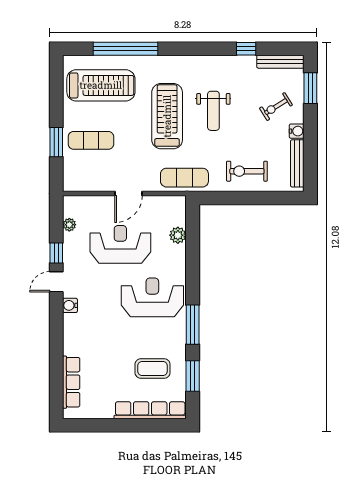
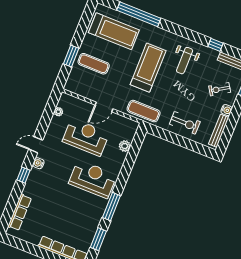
weight bench: (213, 111) -> (185, 61), moved
exercise bike: (247, 171) -> (185, 123), turned 180
window: (56, 253) -> (24, 175), moved
coffee table: (153, 368) -> (75, 224), removed

